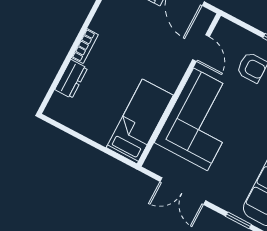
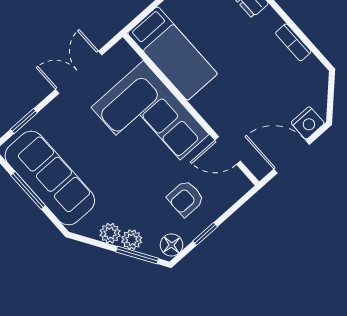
bookcase: (85, 46) -> (293, 42), moved

